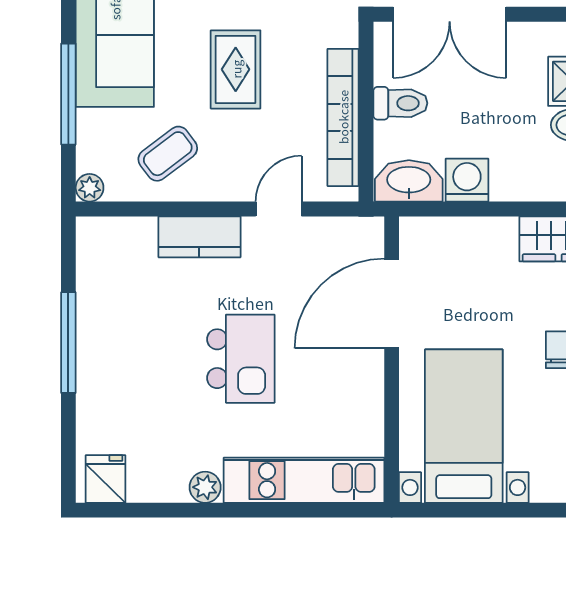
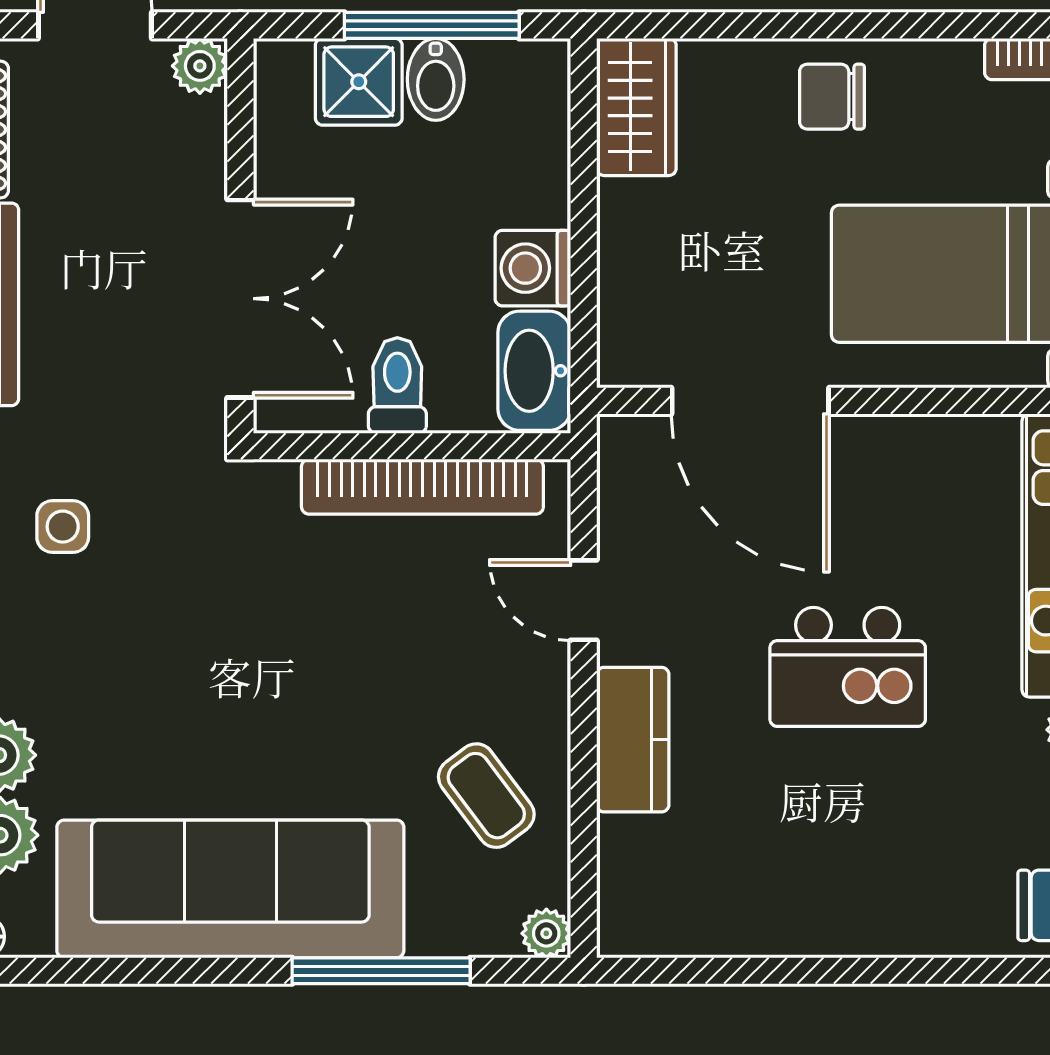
rug: (236, 69) -> (338, 676), removed
window: (68, 343) -> (819, 971), removed
kitchen island: (241, 359) -> (848, 667), turned 180

